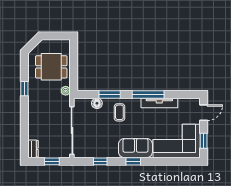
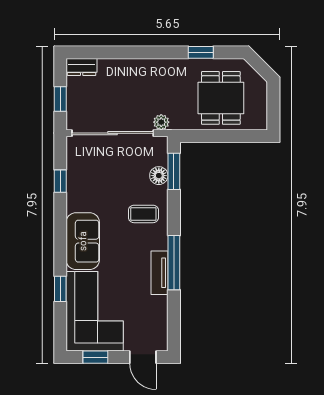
window: (24, 89) -> (201, 52), moved
plant: (66, 91) -> (161, 122), moved
window: (110, 94) -> (174, 171), moved
tv unit: (159, 103) -> (159, 273), width x0.71
window: (133, 161) -> (60, 289), moved

